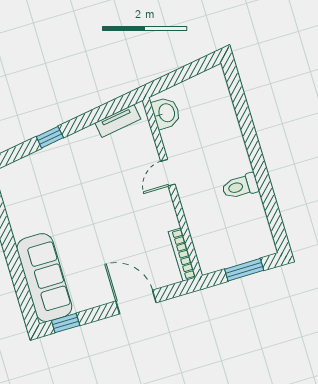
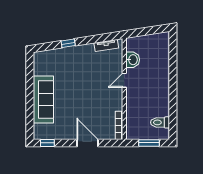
washbasin: (166, 113) -> (133, 60), moved
toilet: (240, 186) -> (160, 122), moved
sofa: (44, 278) -> (43, 100), moved

